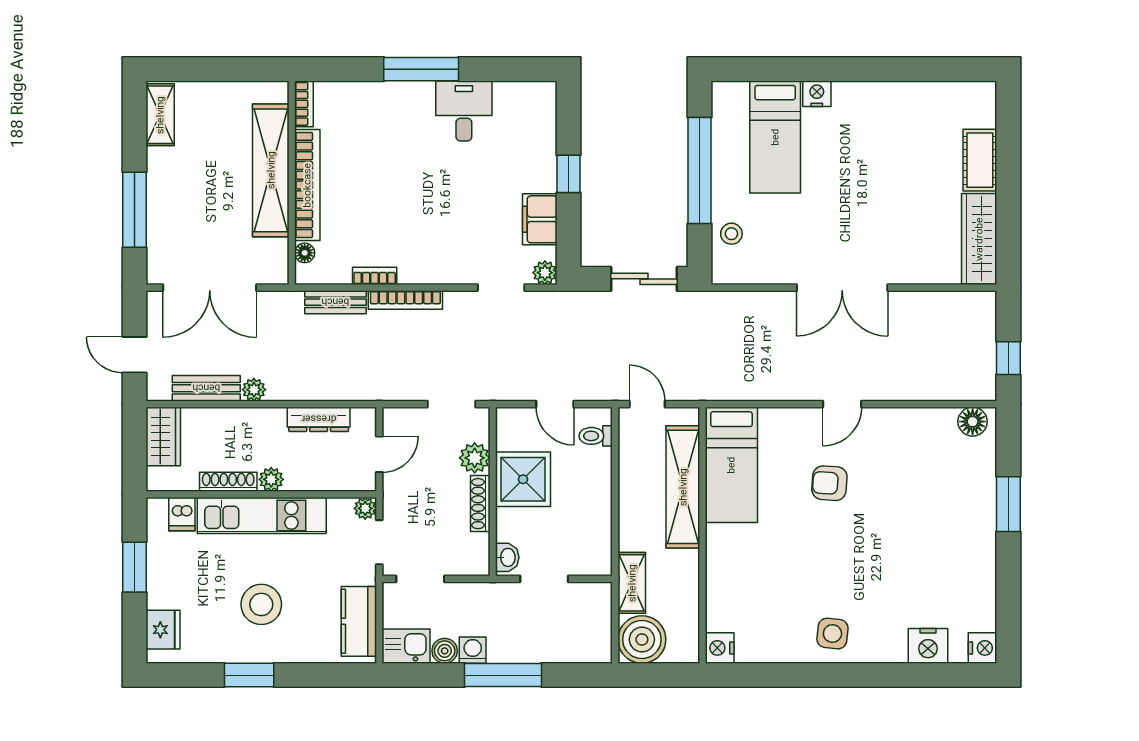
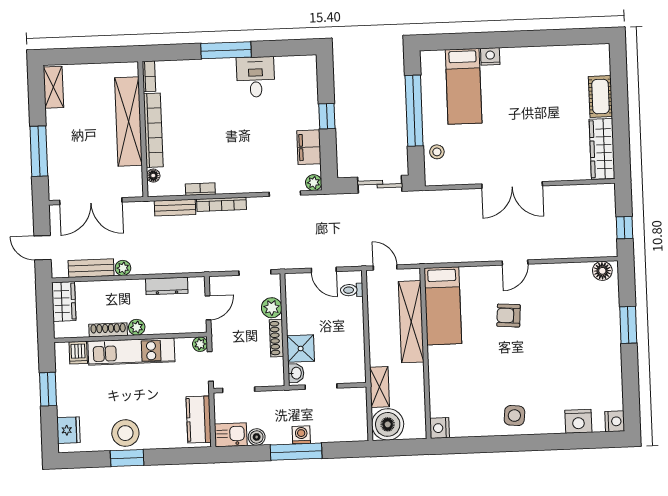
shower: (523, 479) -> (301, 349), moved, width x0.73, depth x0.73
stool: (261, 604) -> (125, 433), moved
washing machine: (473, 650) -> (301, 435), moved

